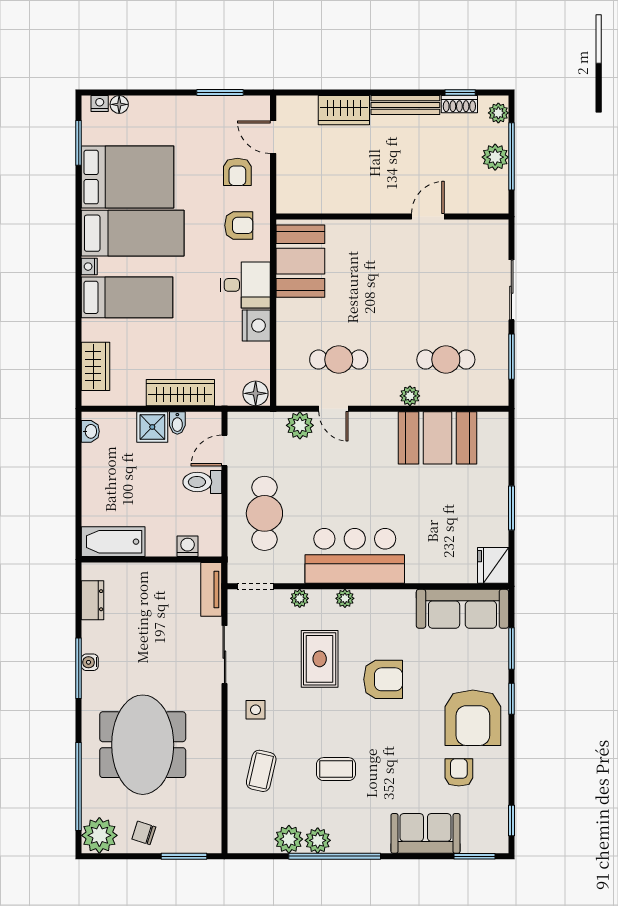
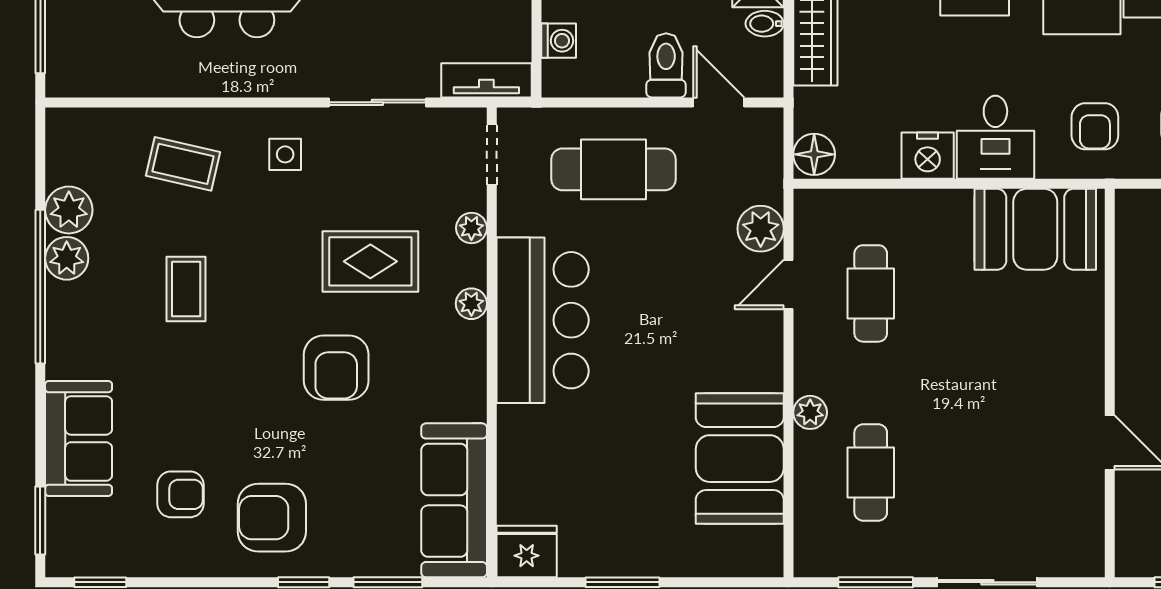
armchair: (473, 718) -> (272, 518), width x0.73, depth x0.73

